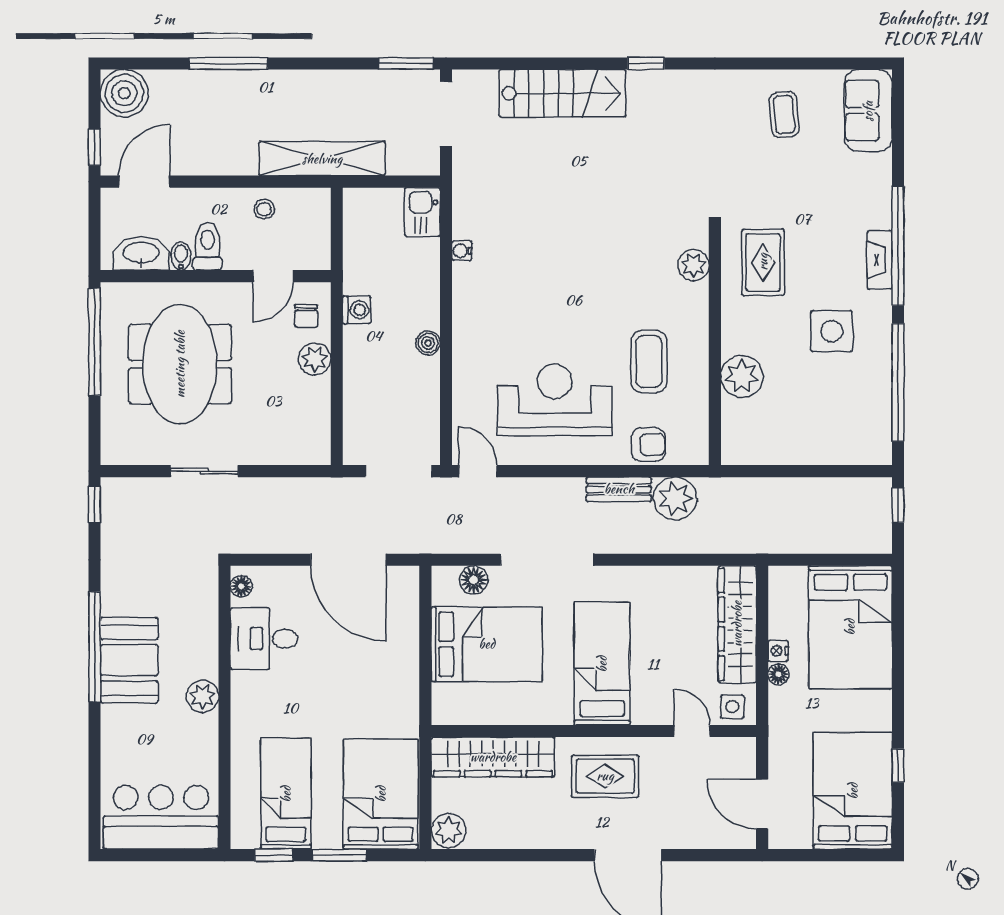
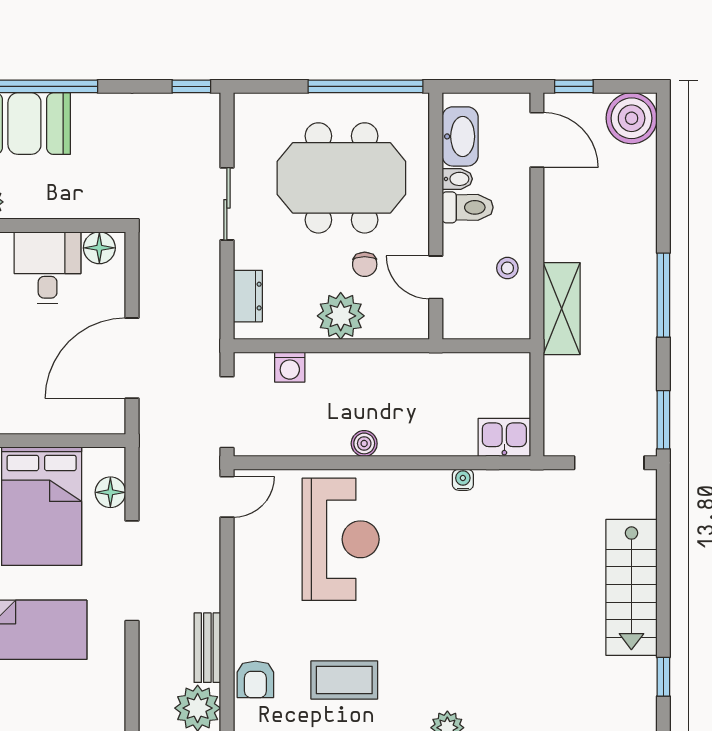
window: (228, 63) -> (663, 295), moved
shelving: (322, 159) -> (562, 309), width x0.68
washing machine: (357, 310) -> (290, 367), moved
chair: (306, 316) -> (365, 264), moved, turned -90
plant: (315, 359) -> (341, 316), width x1.36, depth x1.36
reception desk: (555, 400) -> (341, 539), moved
dresser: (290, 452) -> (248, 296), added
floor lamp: (241, 586) -> (99, 248), width x1.37, depth x1.37

